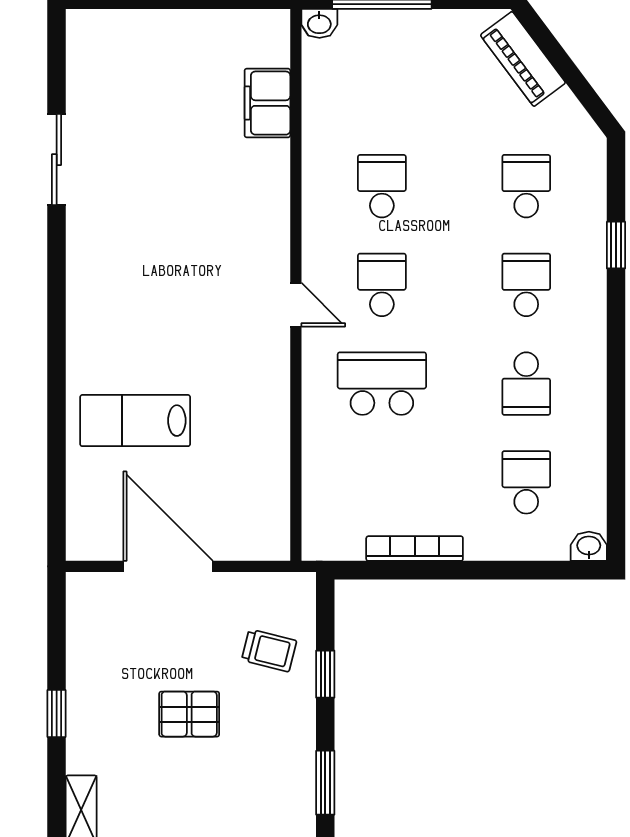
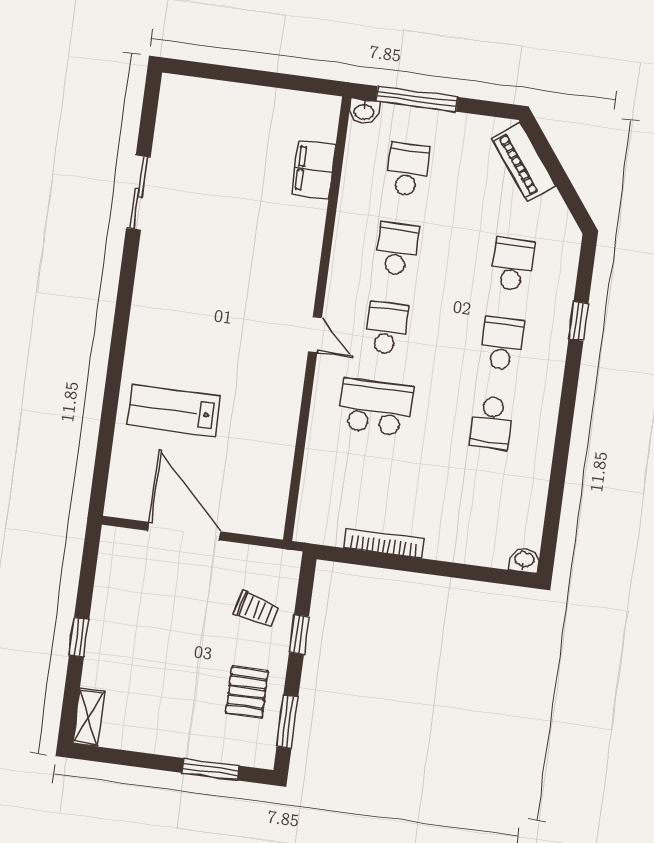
school desk: (526, 482) -> (407, 169), moved
pallet: (189, 714) -> (247, 692), moved, turned 90

